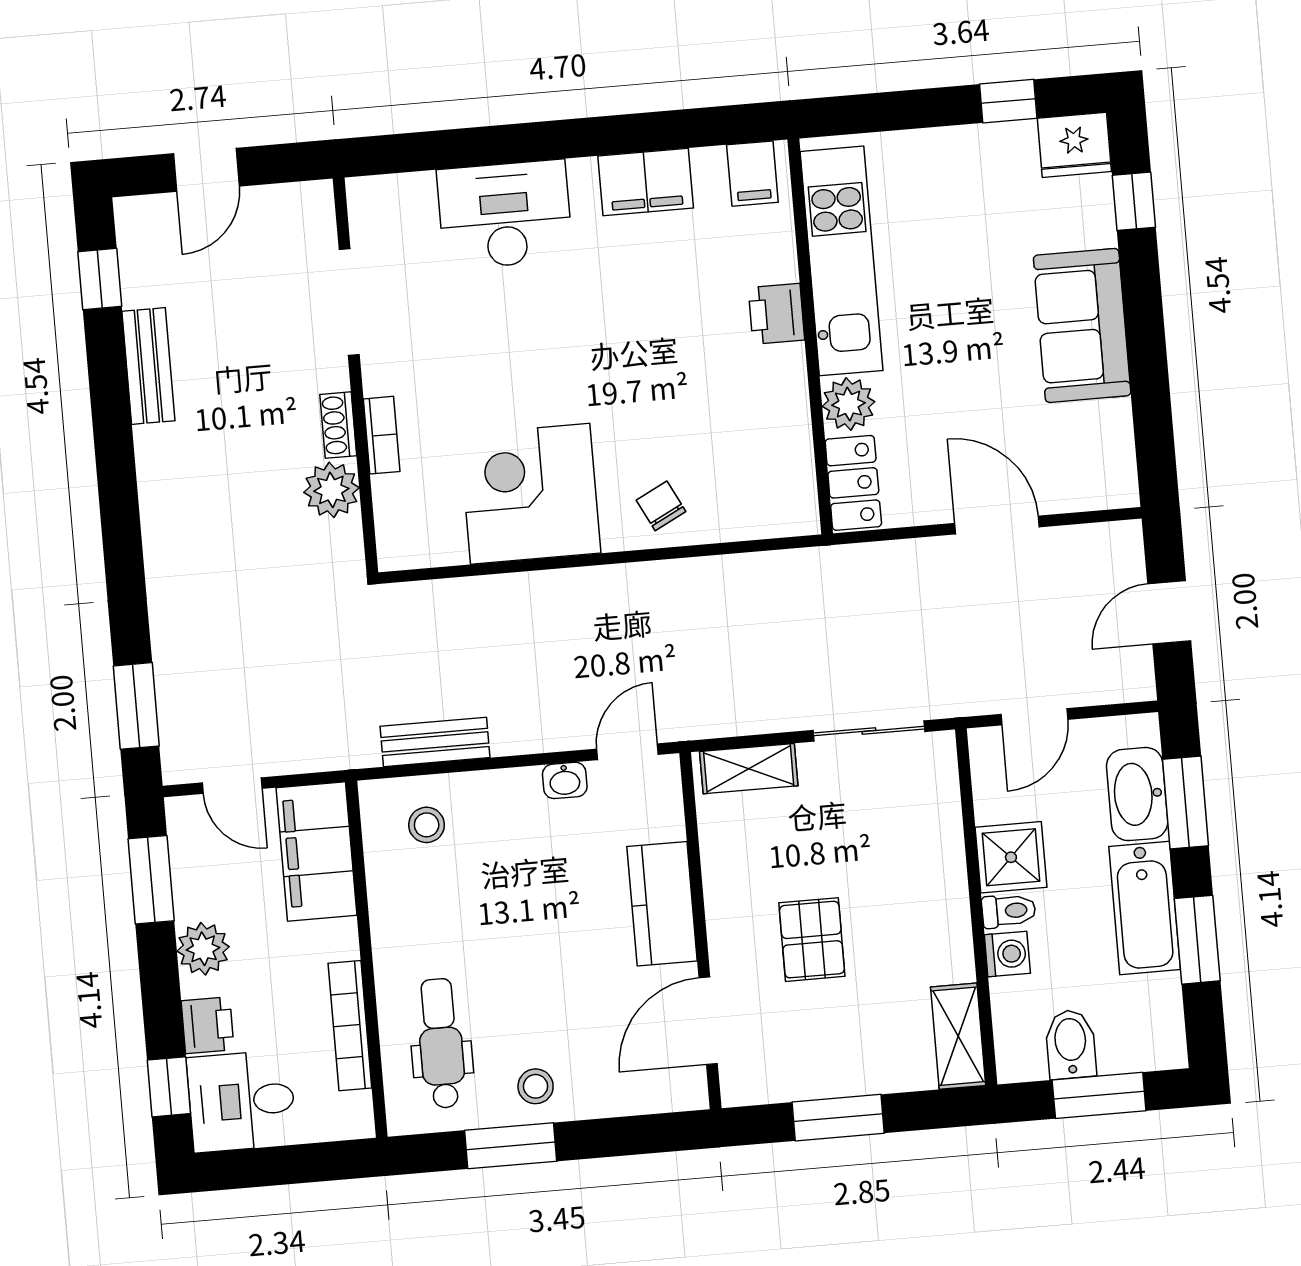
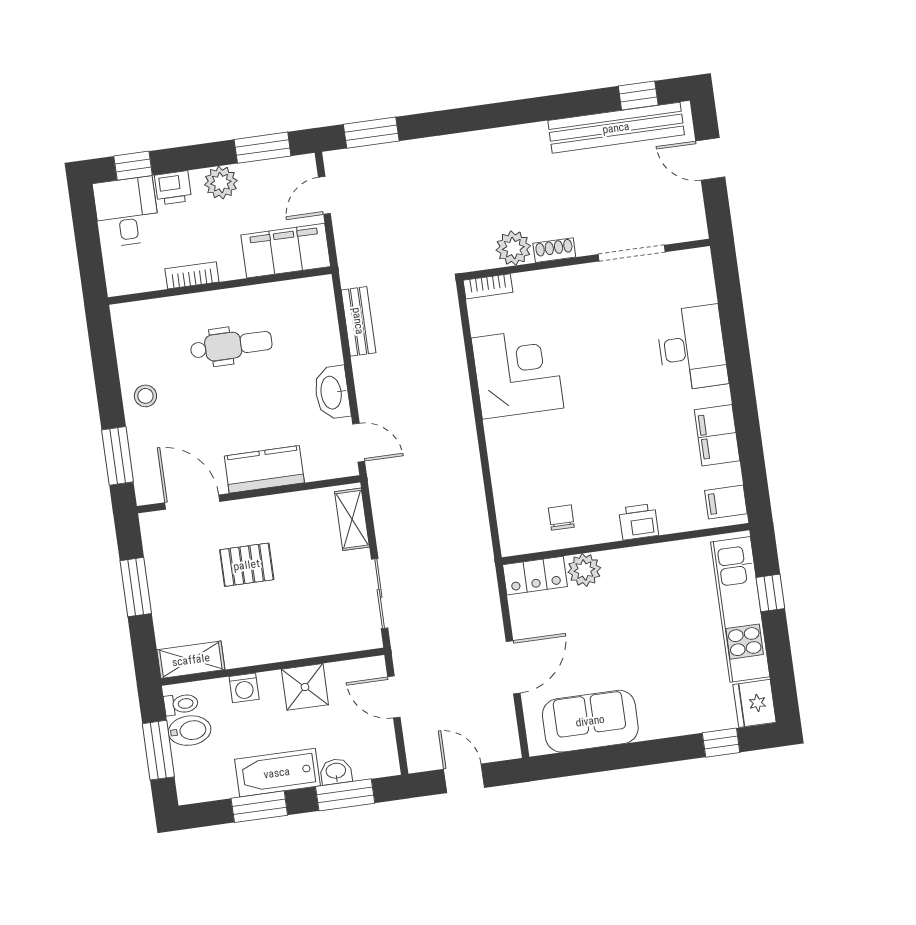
window: (1008, 101) -> (770, 593), moved
kitchen unit: (842, 261) -> (740, 609), moved, turned 90
sofa: (1082, 325) -> (590, 721), moved
bench: (148, 366) -> (616, 128), width x1.86, depth x1.21
bookcase: (382, 435) -> (488, 286), moved
chair: (661, 506) -> (561, 518), moved, turned -63
washbasin: (565, 780) -> (332, 393), width x1.91, depth x1.45
washbasin: (1137, 794) -> (336, 771), width x0.52, depth x0.69
stool: (427, 825) -> (306, 319), removed
toilet: (1009, 911) -> (181, 704), moved, turned -90
bookcase: (350, 1026) -> (192, 275), width x0.64
dental chair: (441, 1043) -> (231, 345), moved
window: (511, 1146) -> (118, 456), moved

